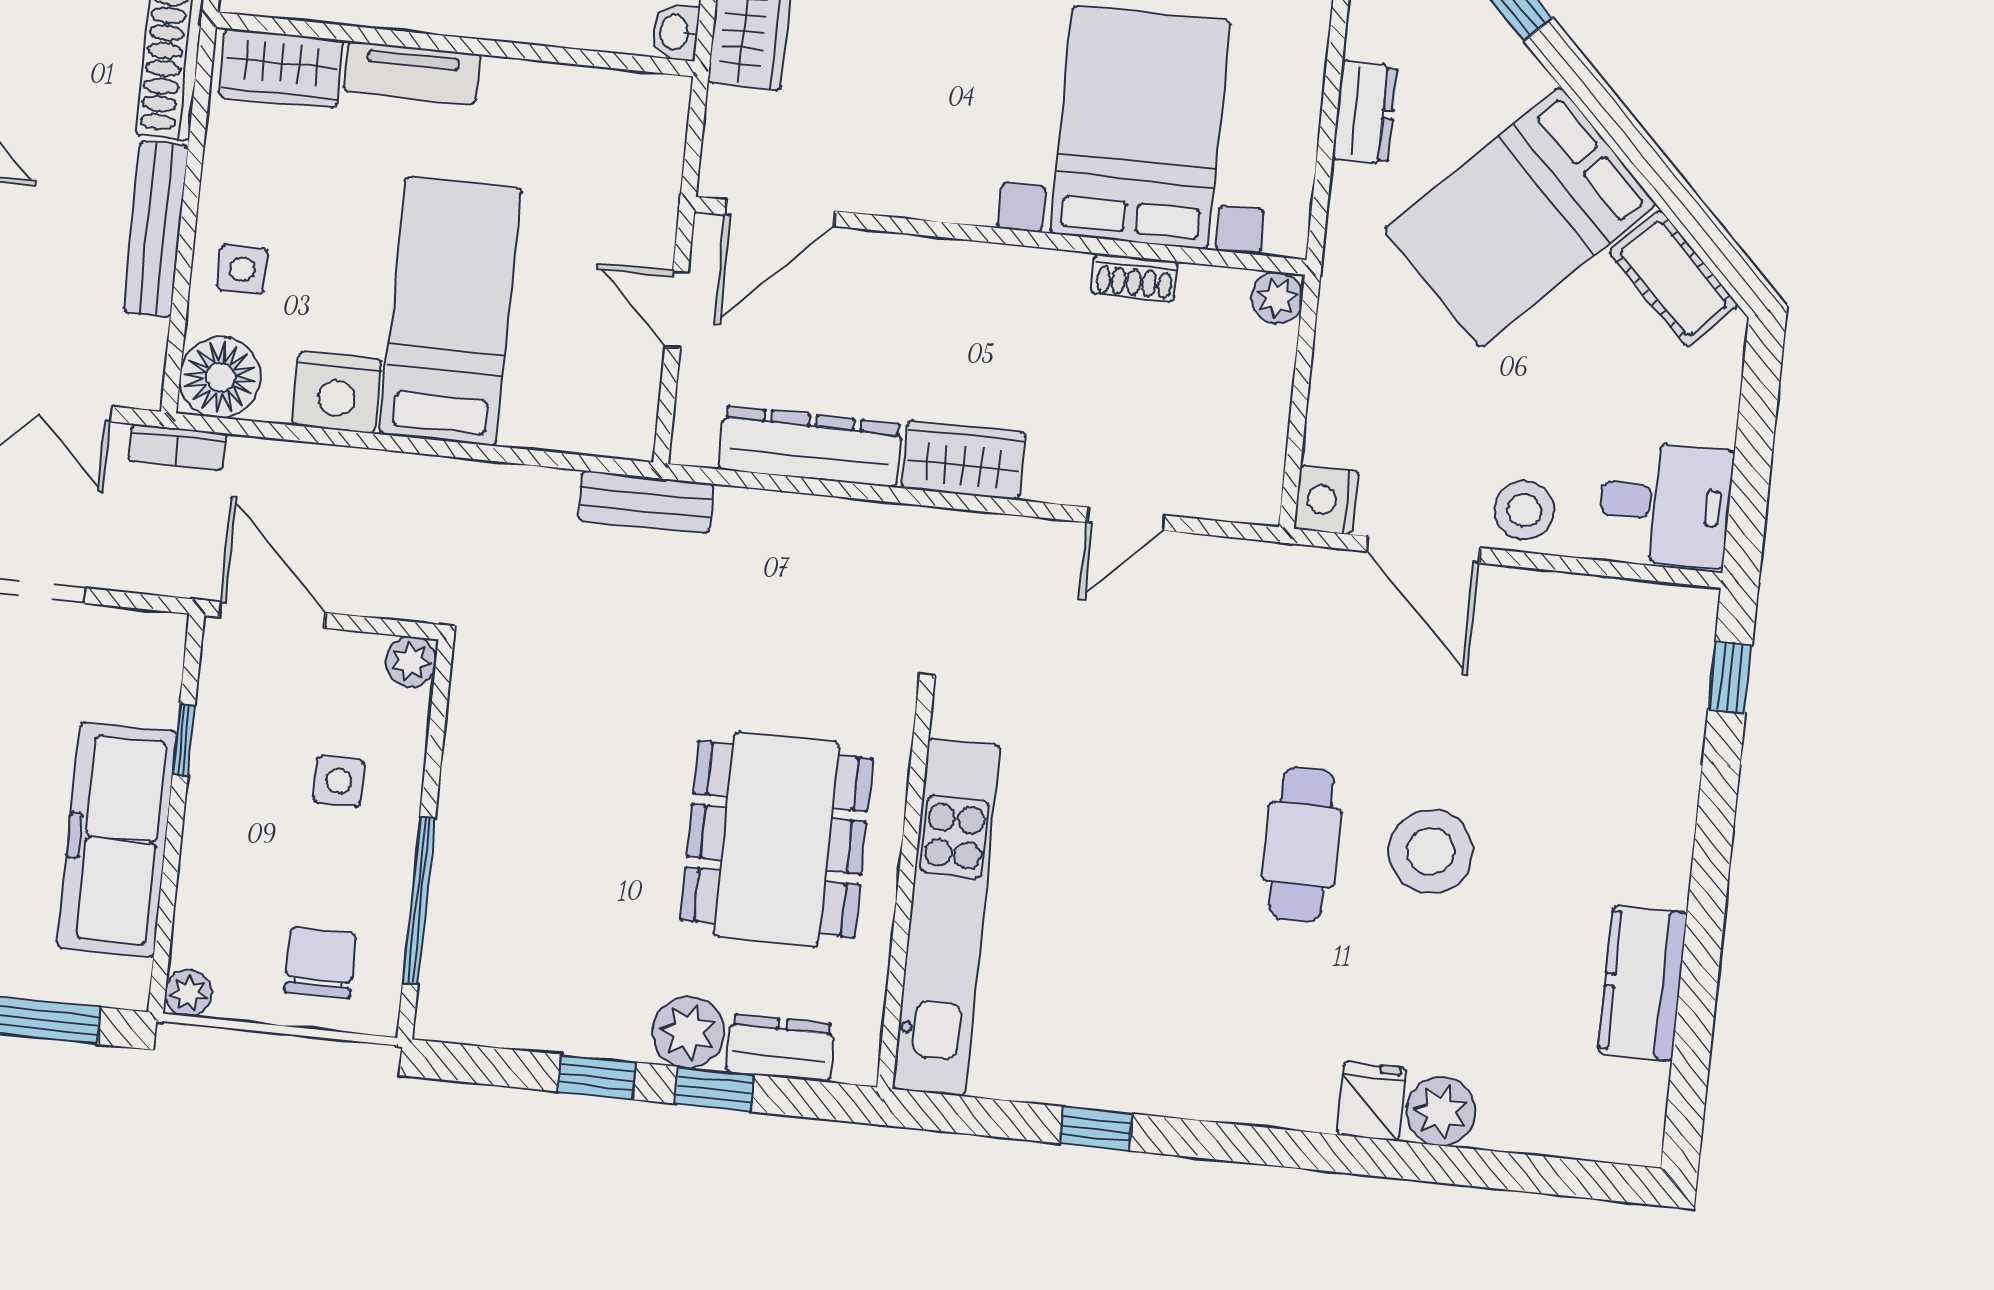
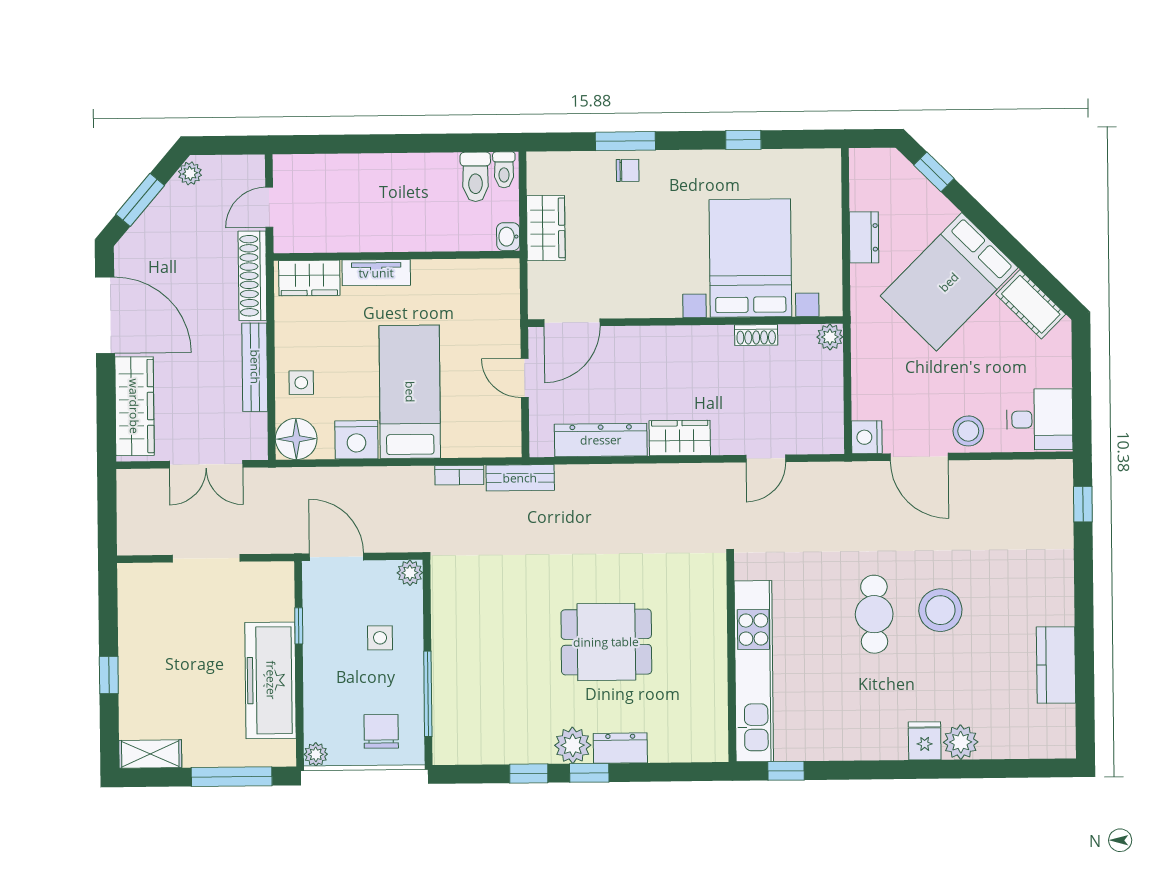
bookcase: (177, 447) -> (459, 475), moved
dining table: (776, 839) -> (606, 642), width x0.73
wall: (905, 889) -> (731, 659), moved
kitchen unit: (946, 917) -> (754, 671), moved

